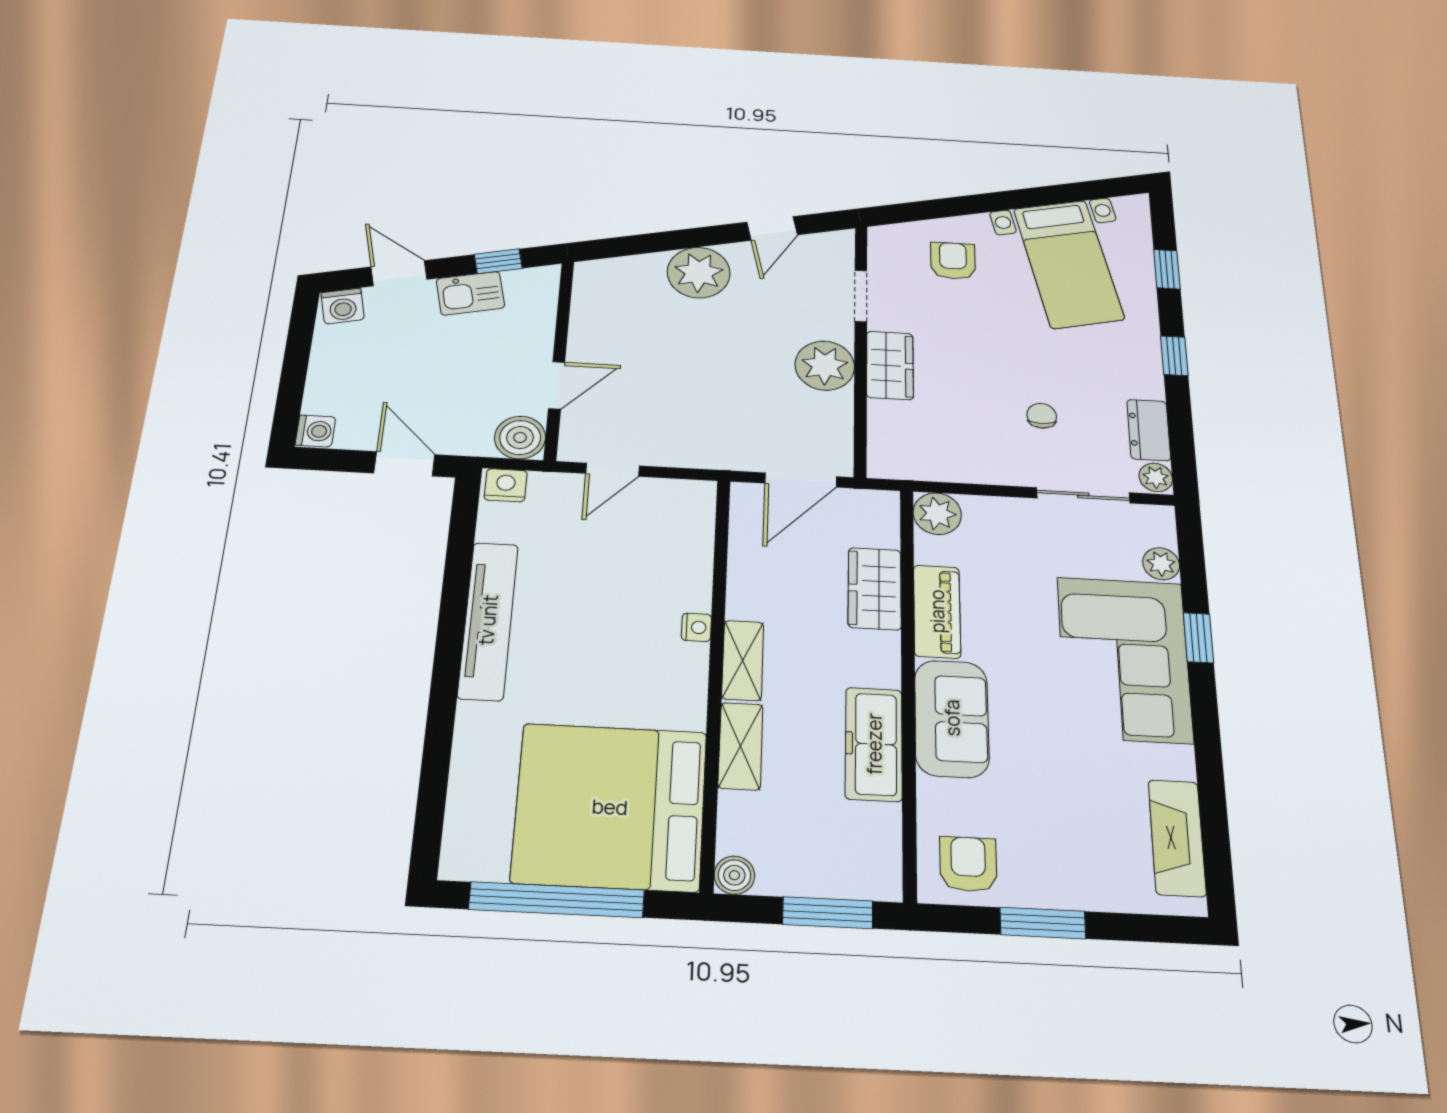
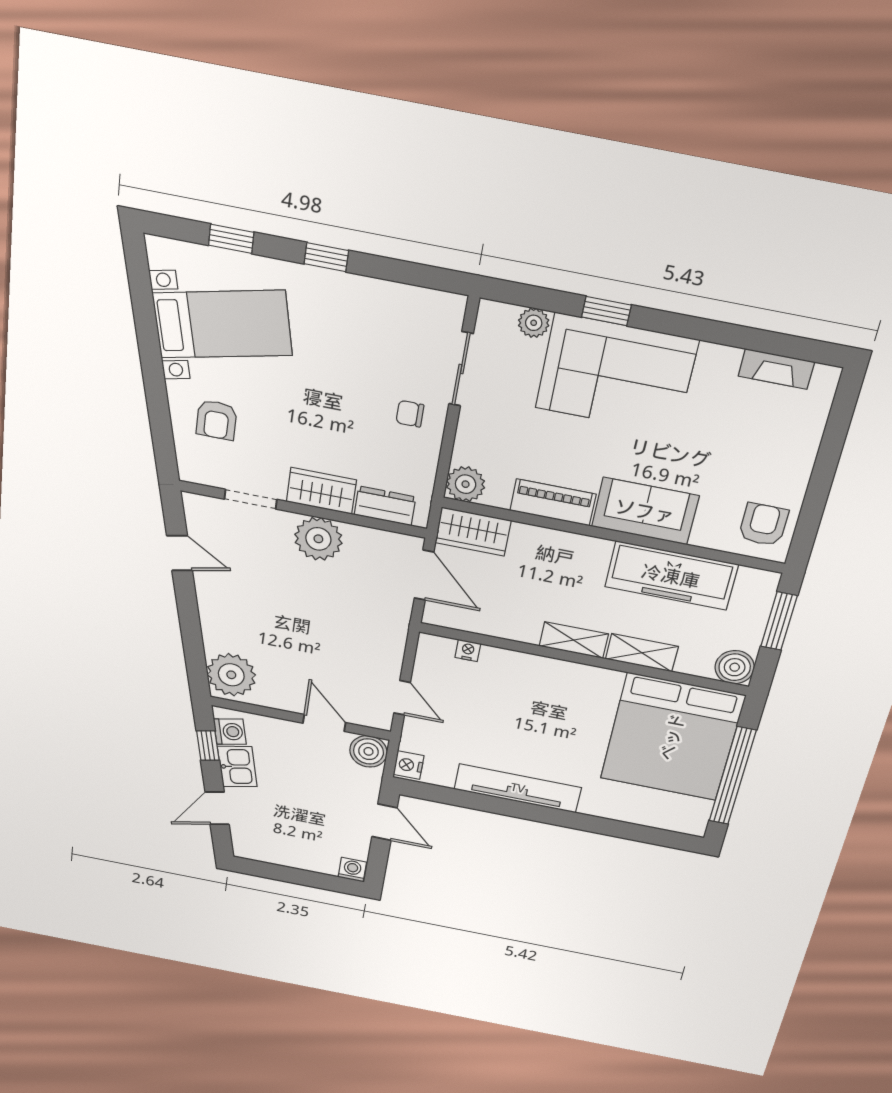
armchair: (953, 261) -> (217, 420), turned -90
plant: (699, 273) -> (231, 675), moved
washing machine: (343, 306) -> (230, 732), moved
chair: (1042, 416) -> (410, 414), moved
dresser: (1149, 430) -> (385, 506), moved, turned 180
door: (404, 464) -> (384, 822), swing flipped
plant: (1156, 477) -> (450, 306), removed
wardrobe: (875, 589) -> (473, 532), moved
nightstand: (696, 627) -> (468, 650), moved
freezer: (874, 744) -> (671, 576), width x1.36, depth x1.26
fireplace: (1177, 838) -> (776, 369), width x0.73, depth x0.76
armchair: (968, 864) -> (763, 524), turned 90
boiler: (734, 875) -> (735, 667), width x1.36, depth x1.36
window: (1043, 923) -> (820, 485), removed

